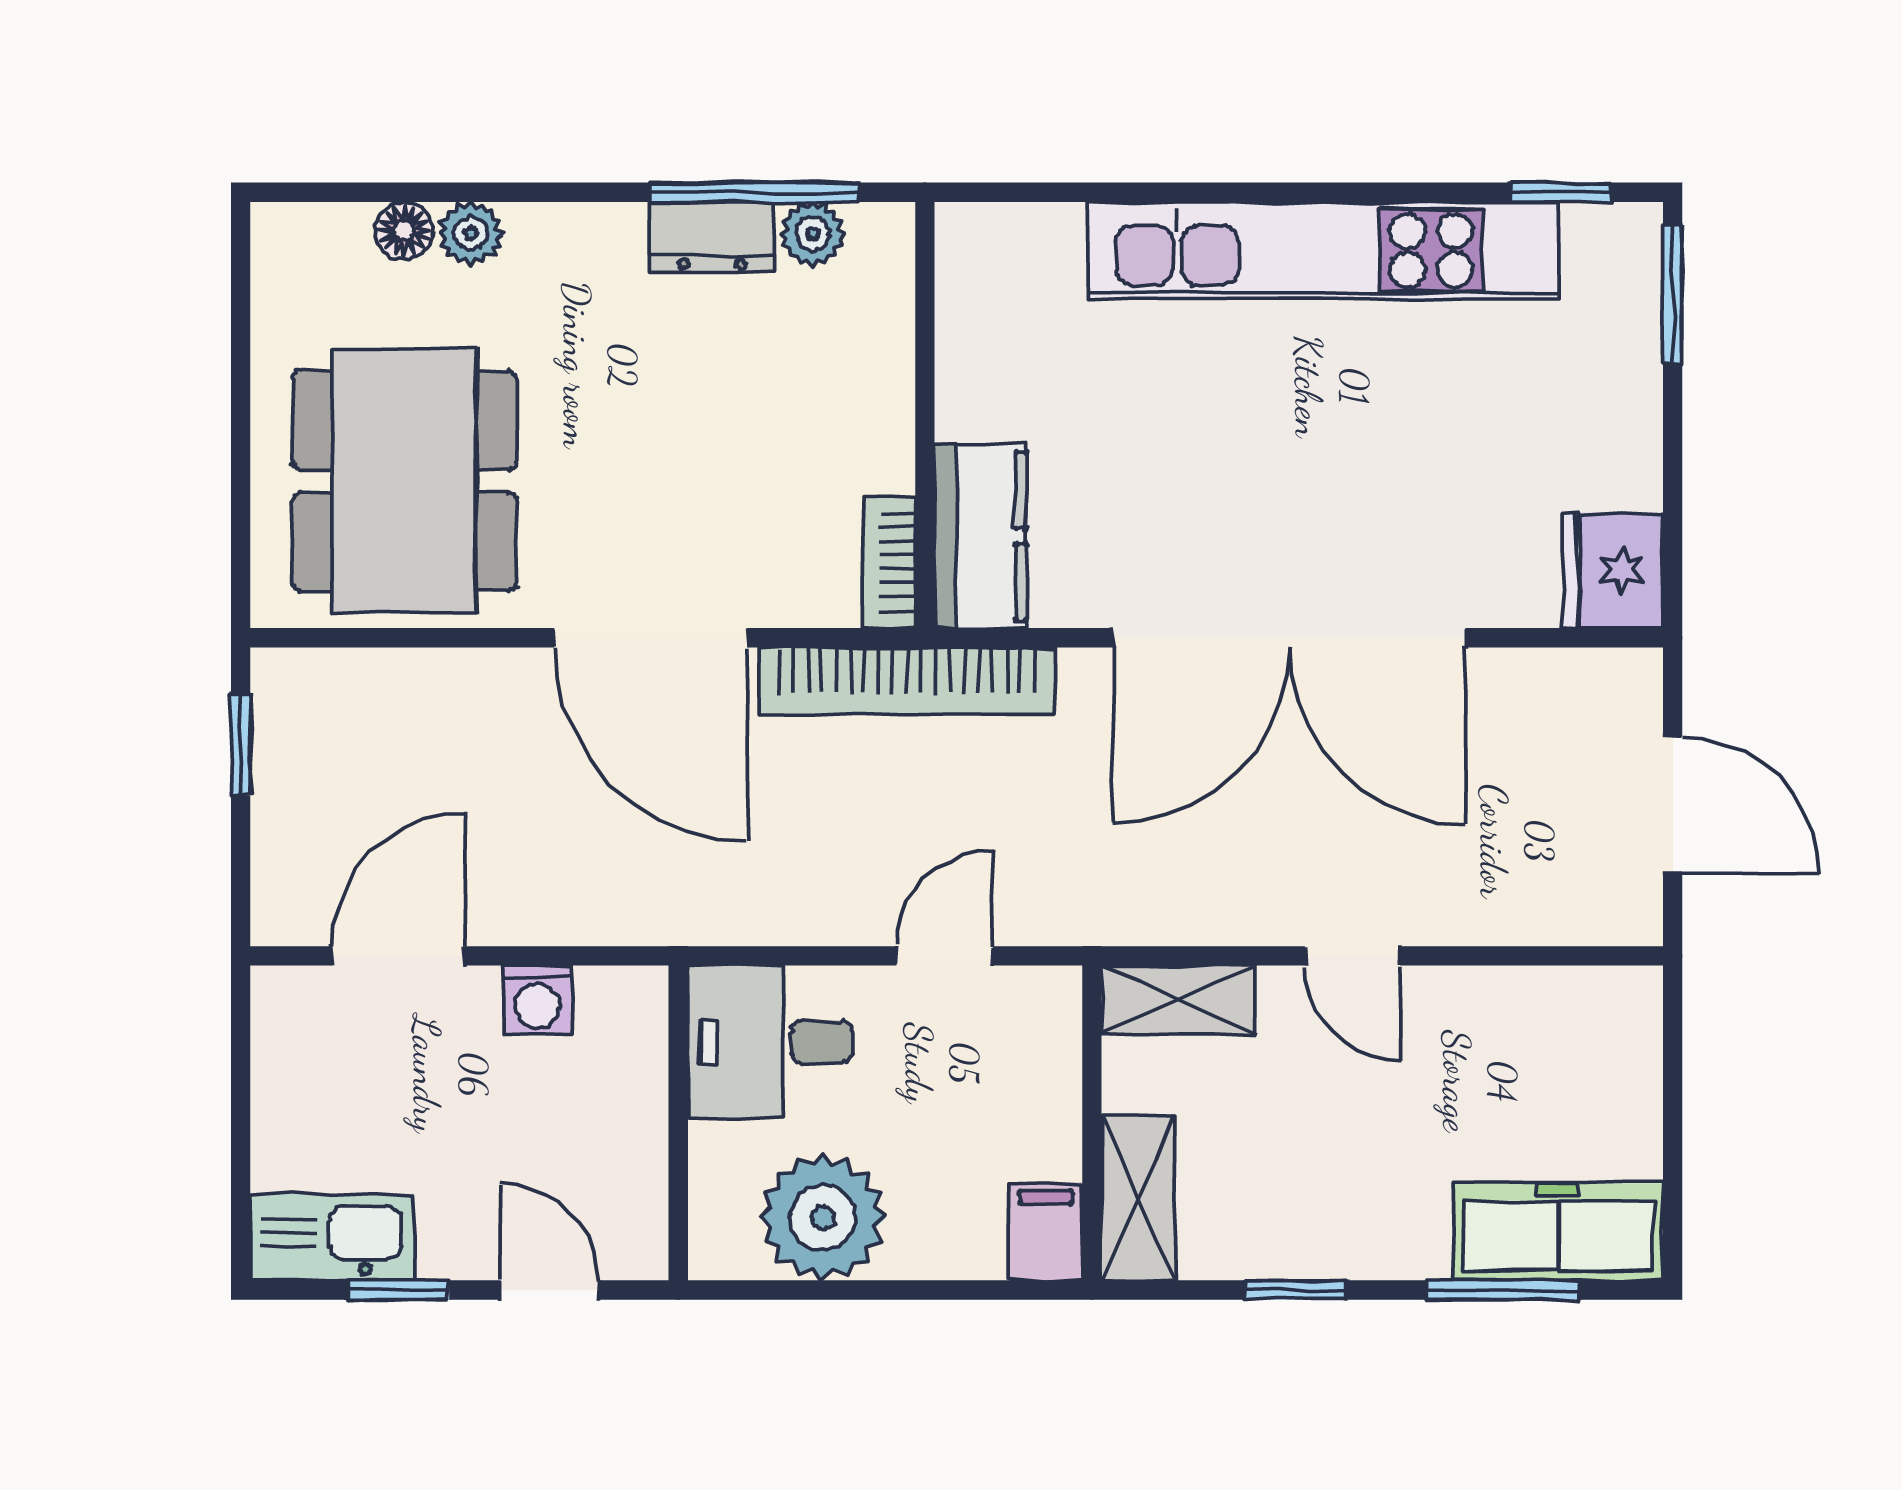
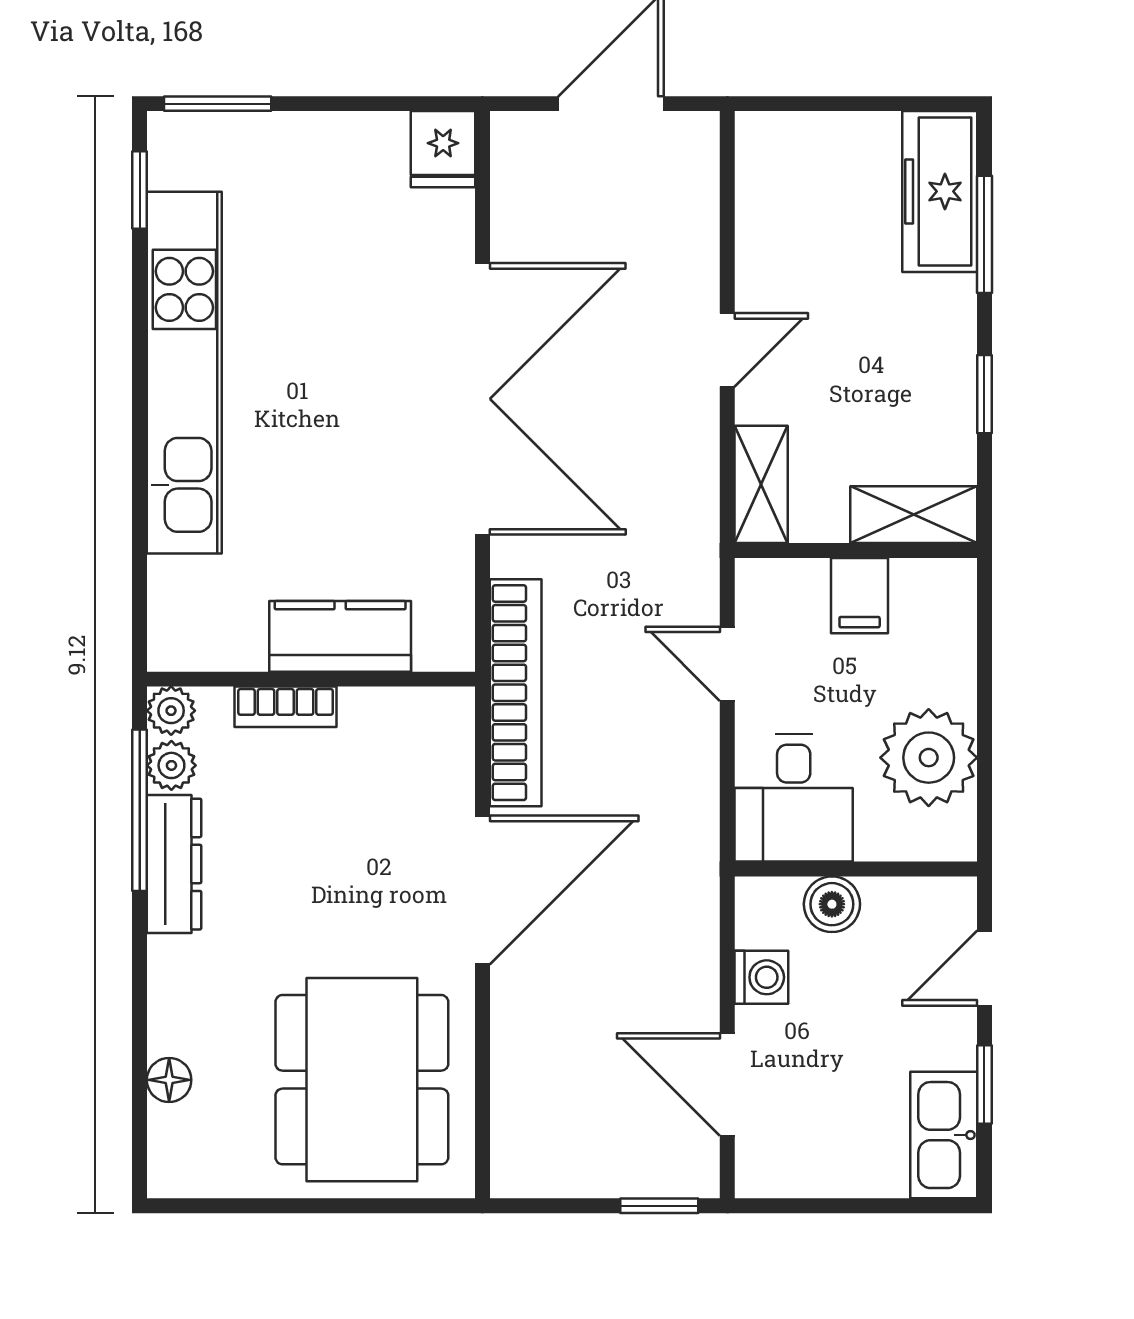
plant: (471, 233) -> (171, 711), moved
dresser: (712, 237) -> (174, 864), width x1.44
dining table: (404, 481) -> (362, 1080), turned 90
kitchen counter: (980, 536) -> (340, 636), moved
bookcase: (889, 562) -> (286, 707), moved
fridge: (1613, 570) -> (443, 149), width x0.72
window: (241, 745) -> (659, 1206), moved
boiler: (632, 1092) -> (832, 904), added
filing cabinet: (1046, 1231) -> (860, 596), moved, turned -90

